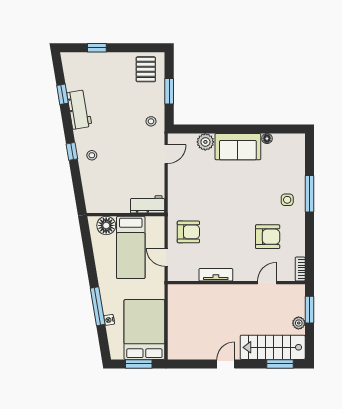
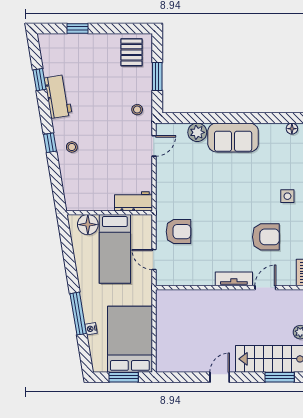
floor lamp: (267, 139) -> (292, 129), moved
tv unit: (216, 275) -> (234, 279), moved

